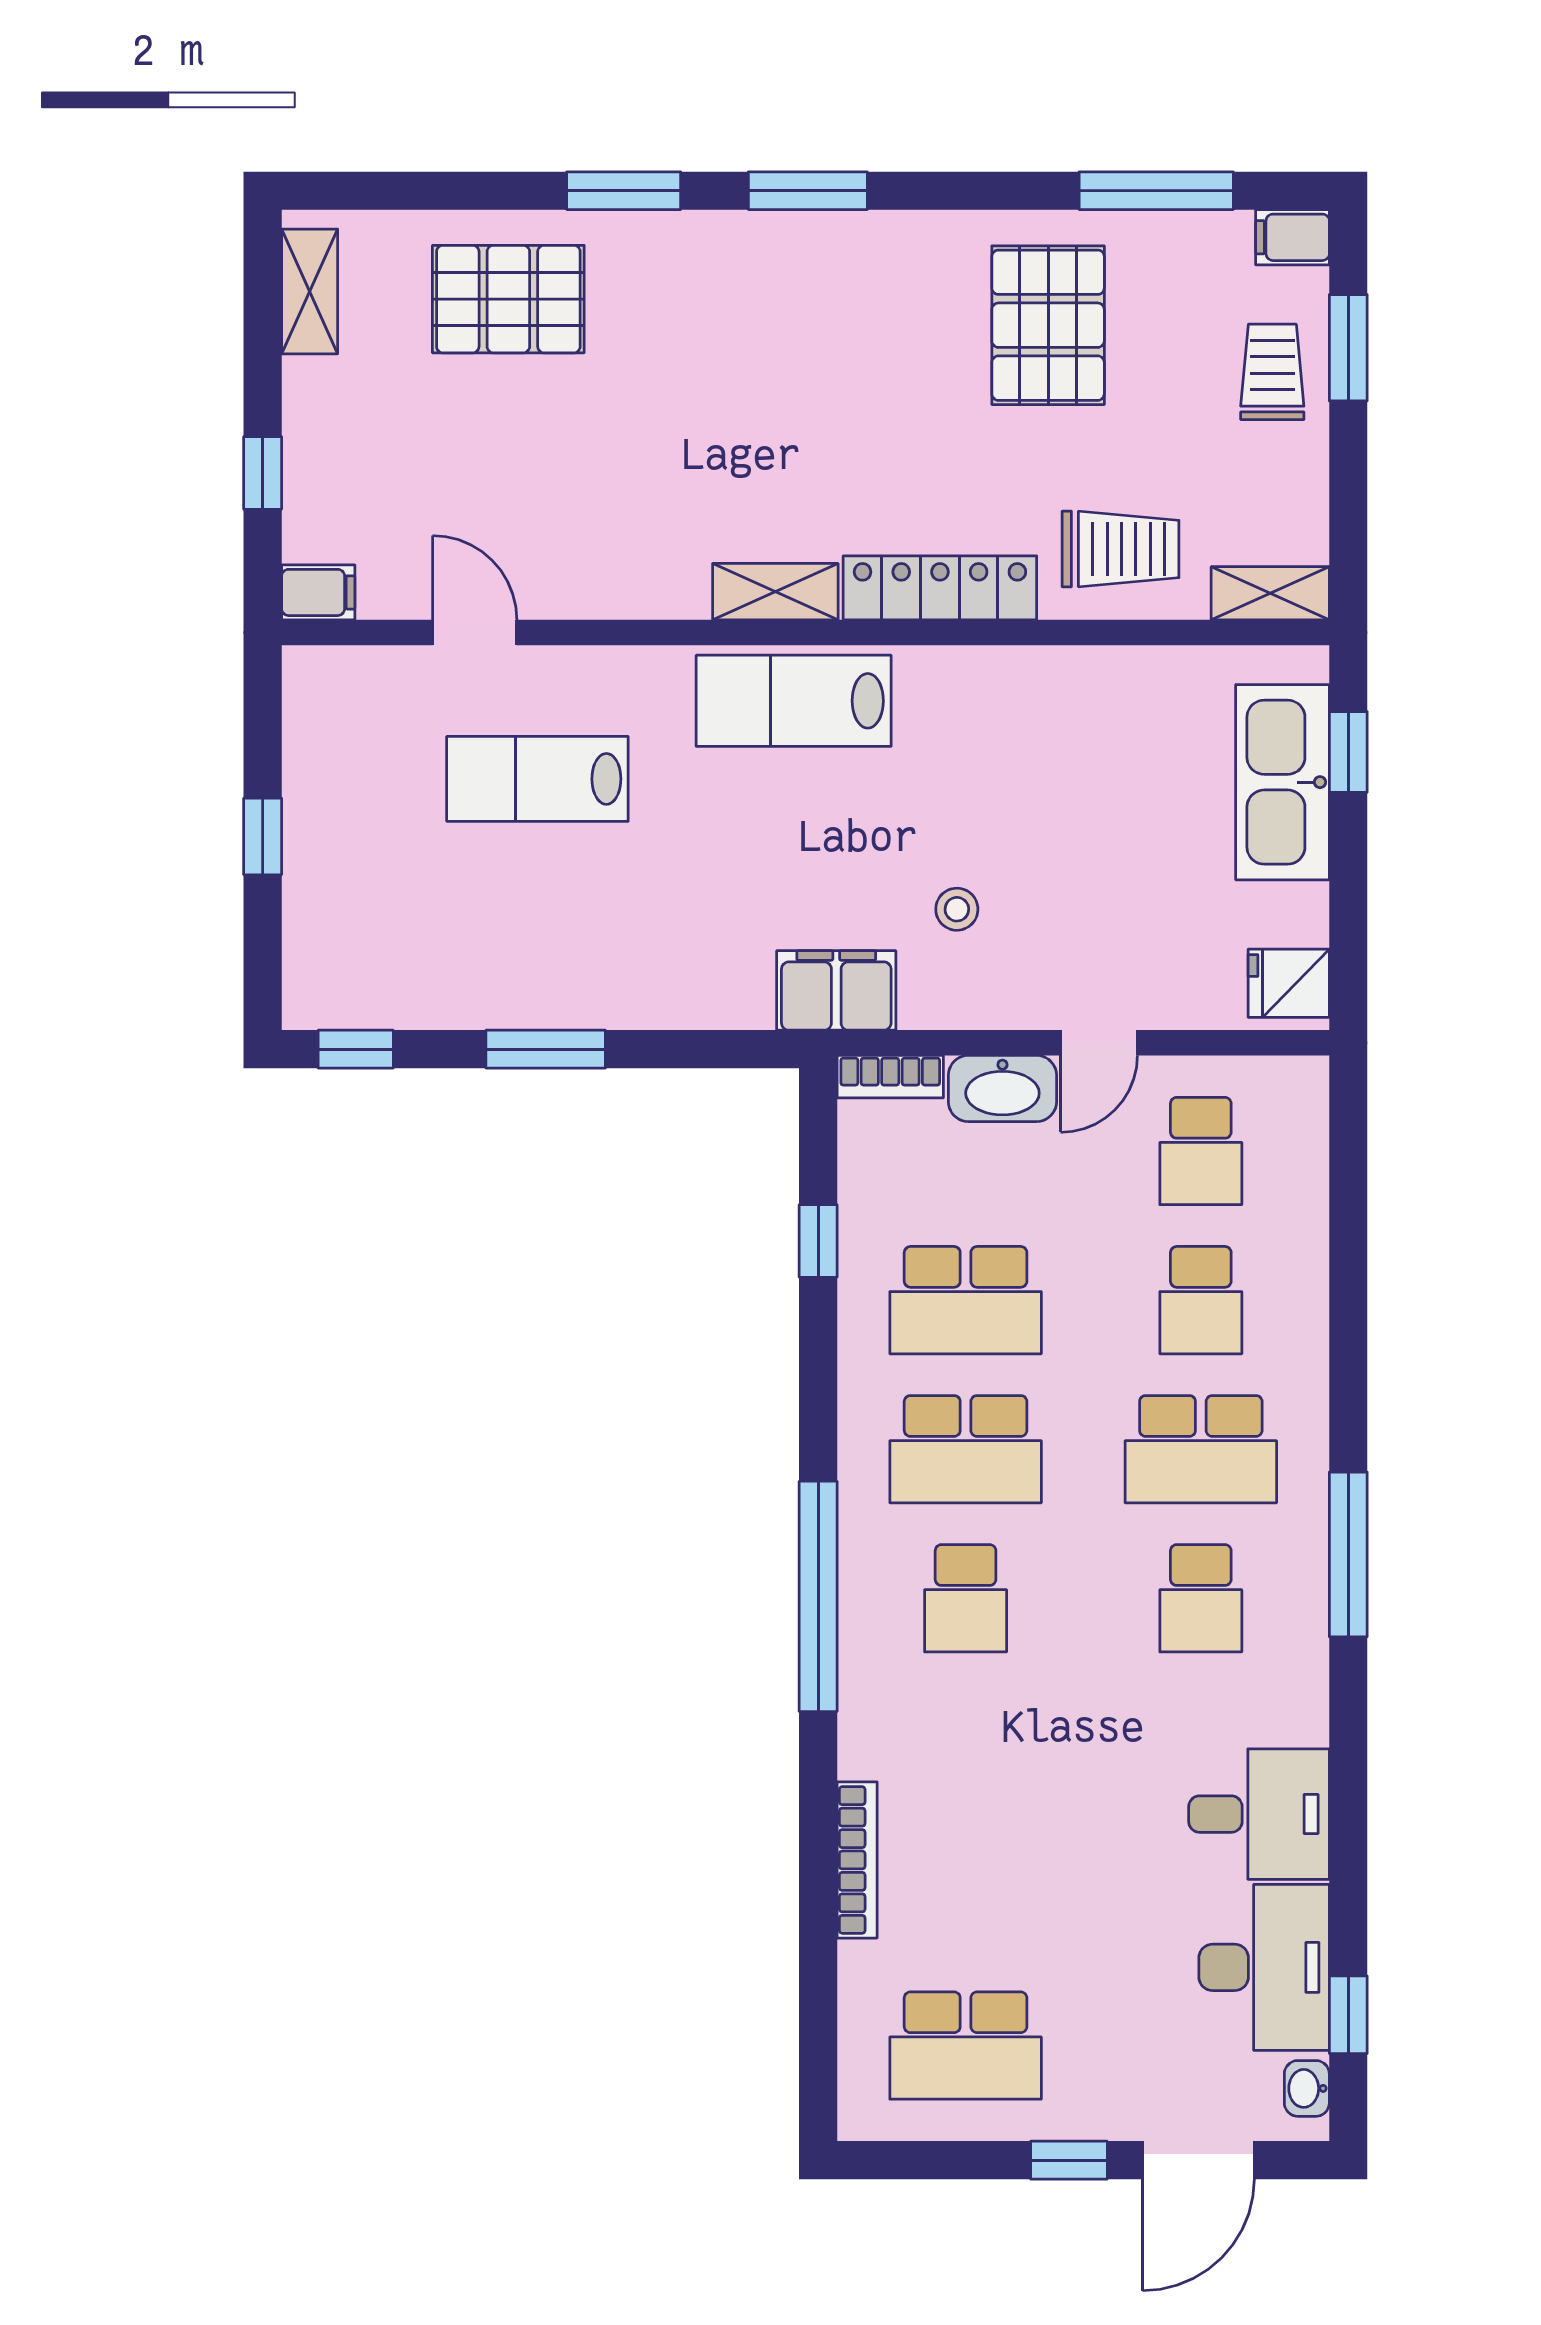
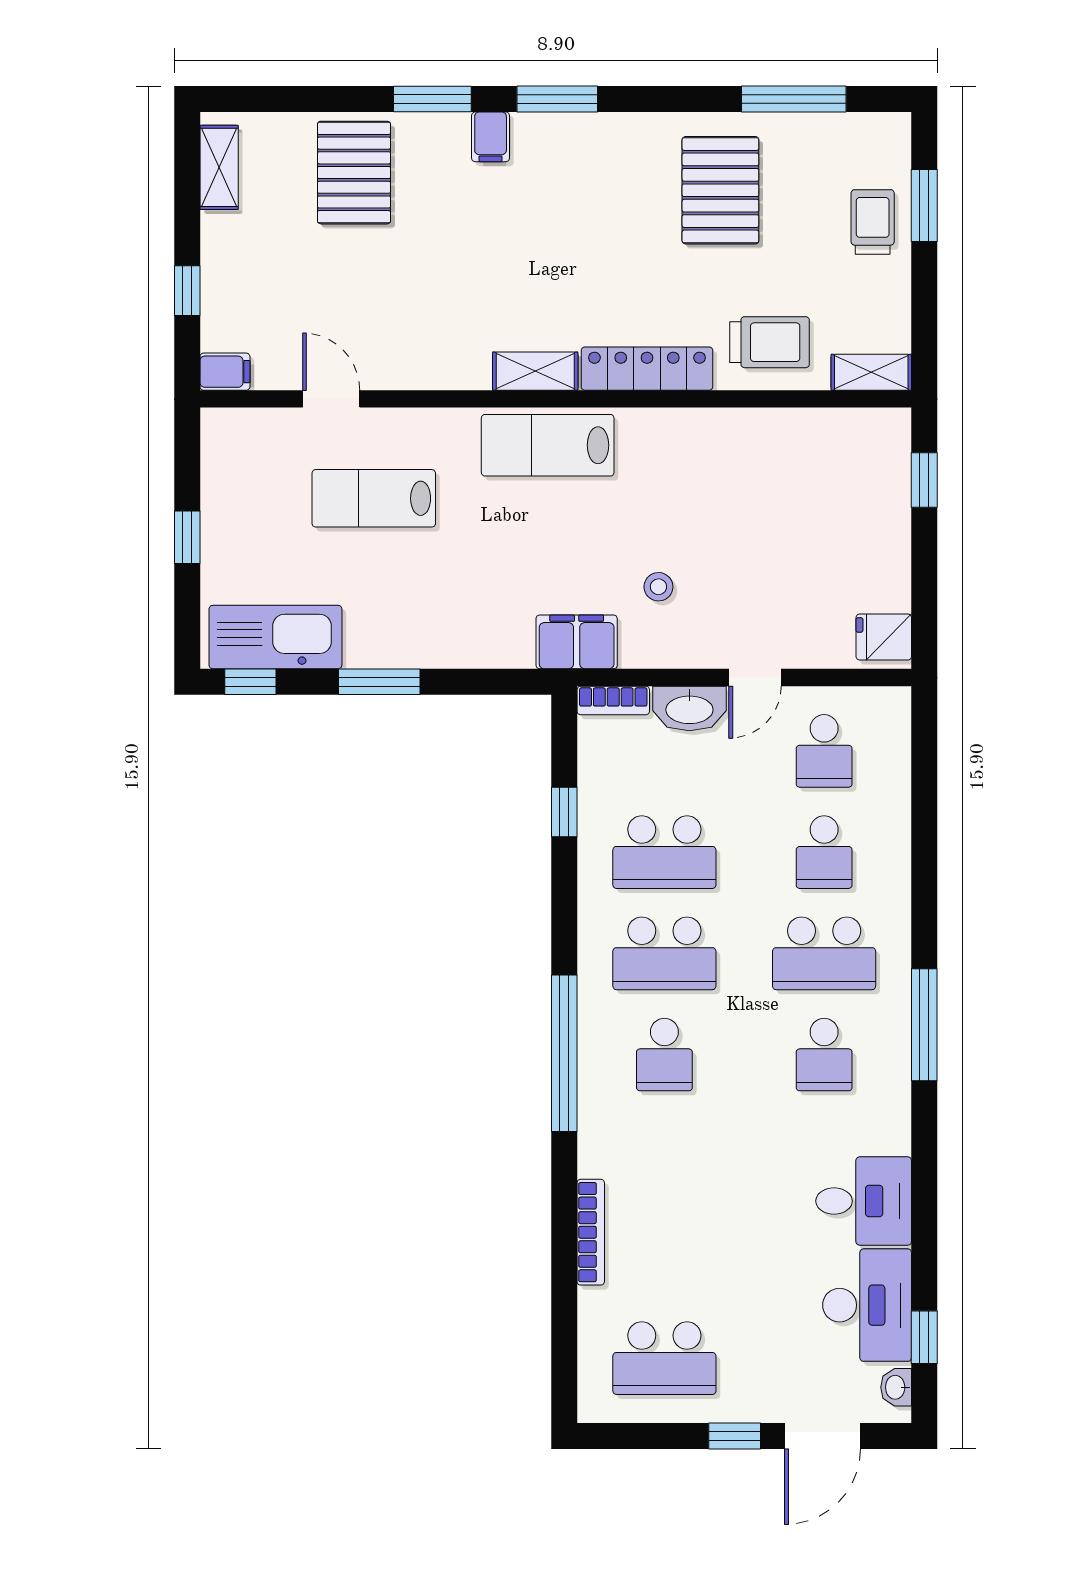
filing cabinet: (1292, 237) -> (491, 137), moved, turned -90
pallet: (508, 299) -> (354, 173), turned 90
kitchen sink: (1282, 782) -> (275, 637), moved, turned 90

